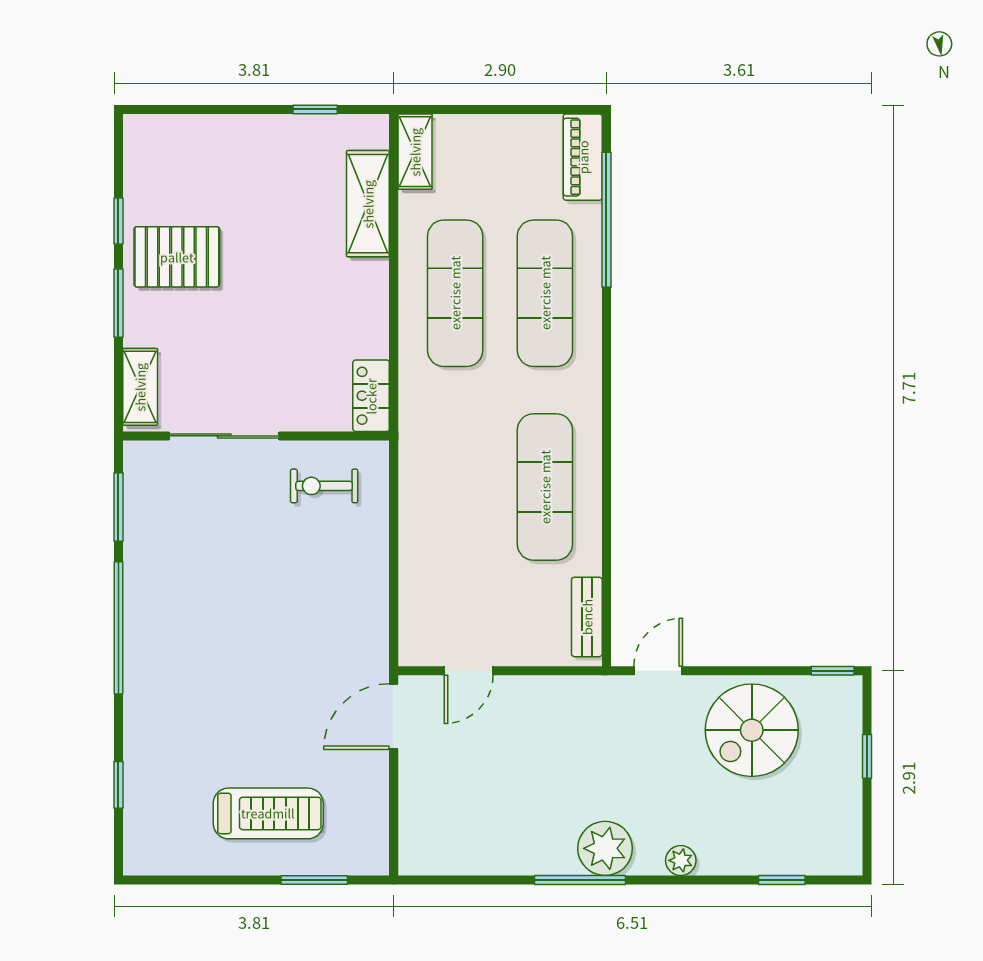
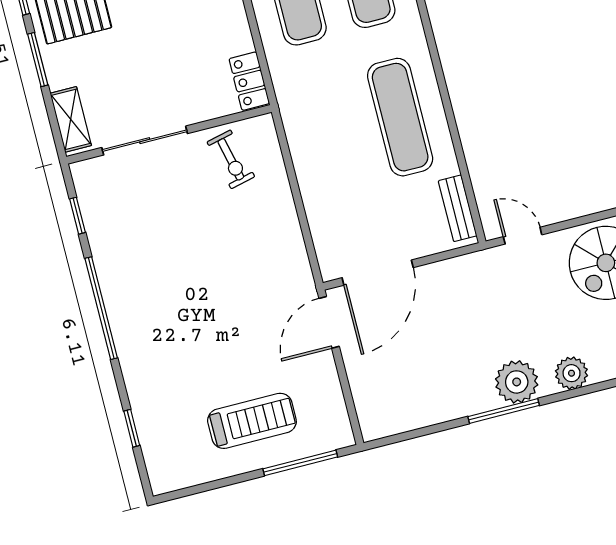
exercise bike: (324, 486) -> (231, 159), turned -103
window: (118, 507) -> (78, 216), width x0.67
door: (469, 671) -> (378, 273), width x1.87
door: (658, 671) -> (523, 236), hinge flipped
plant: (681, 860) -> (572, 373), width x1.38, depth x1.38
window: (314, 880) -> (300, 463), width x1.44

